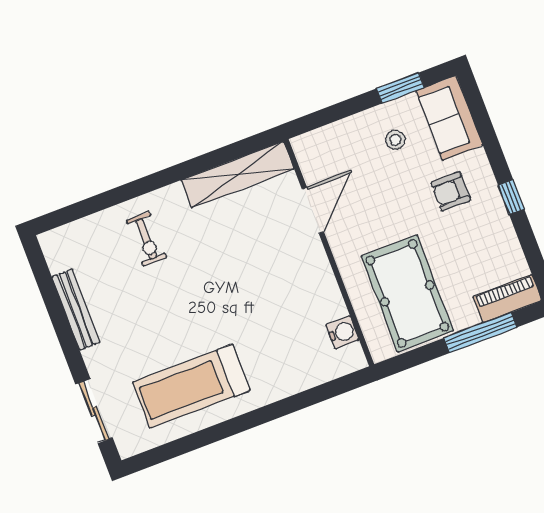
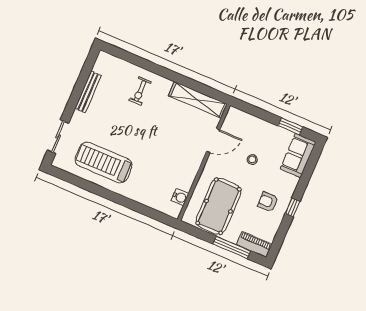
stool: (395, 140) -> (252, 160), moved
armchair: (451, 191) -> (268, 202), moved

